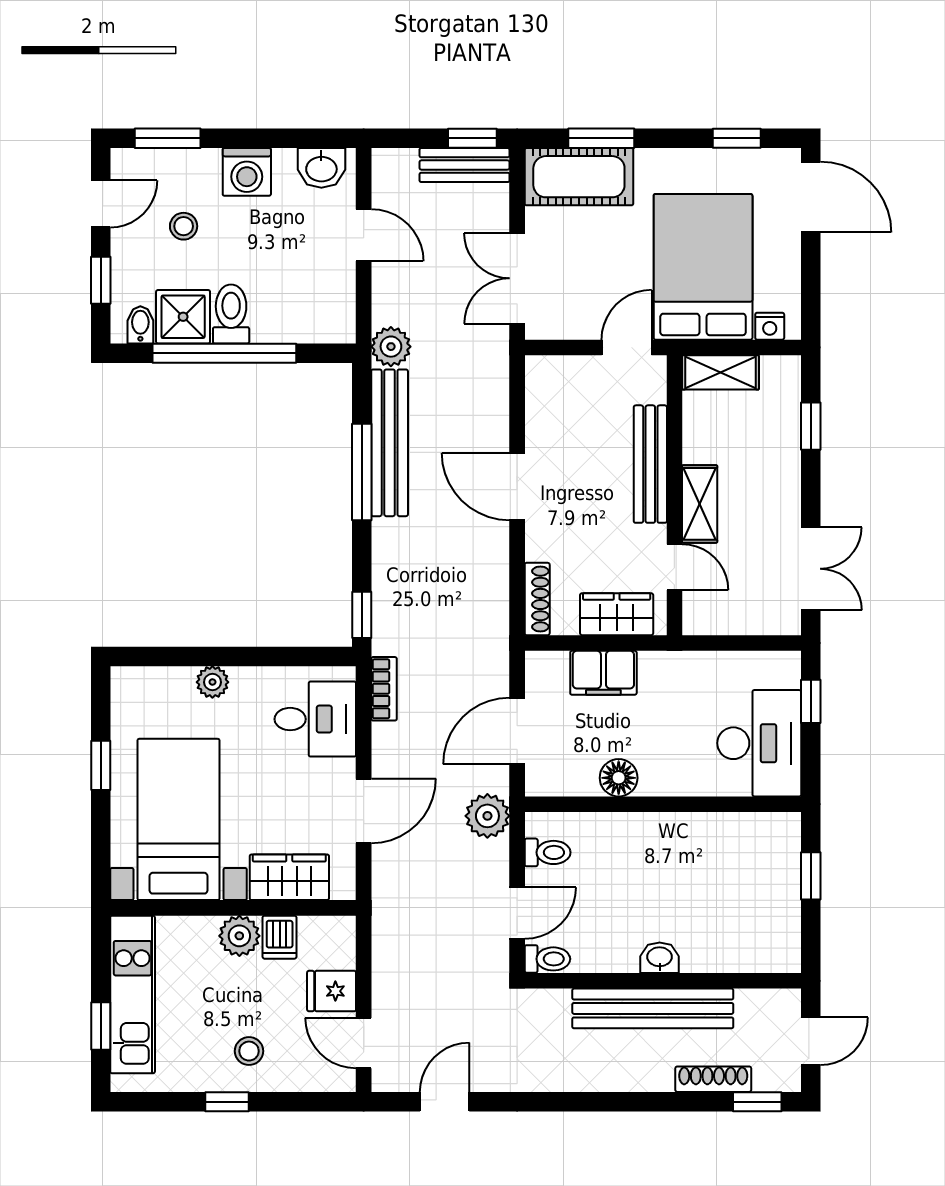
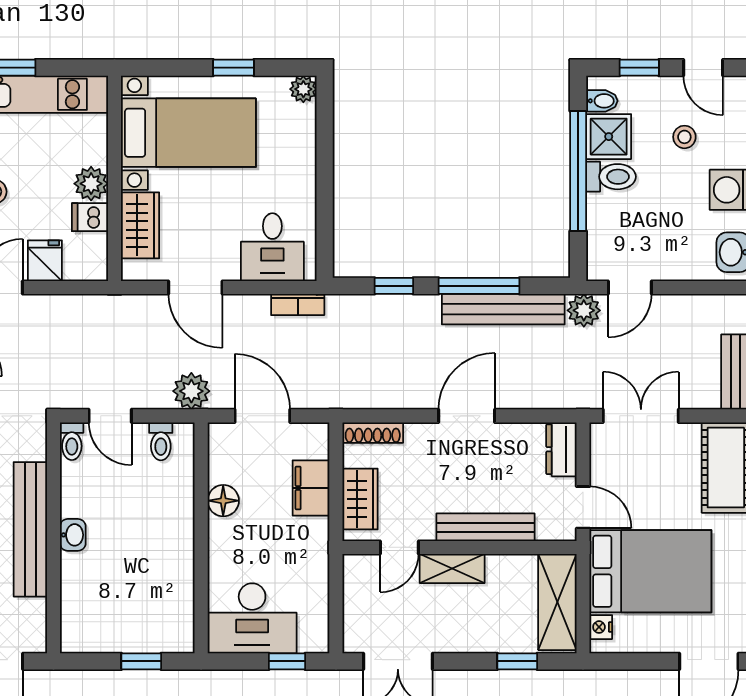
door: (364, 235) -> (630, 287), moved
shelving: (720, 372) -> (557, 602), width x1.50, depth x1.33
dresser: (557, 373) -> (561, 449), added
window: (362, 615) -> (394, 286), moved
plant: (212, 682) -> (303, 89), moved

